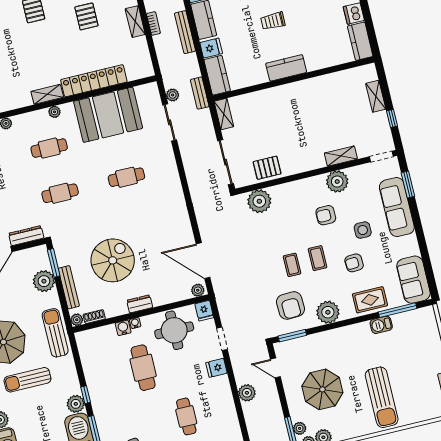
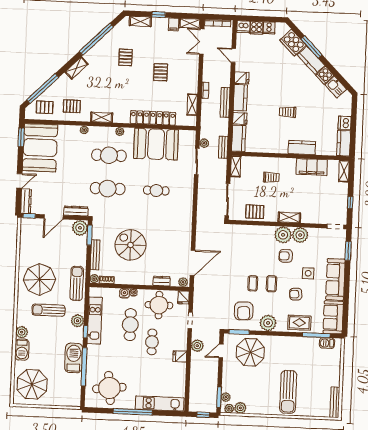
shelving: (135, 22) -> (192, 105), moved
kitchen counter: (286, 68) -> (302, 148), moved
filing cabinet: (326, 85) -> (312, 167), added
shelving: (47, 94) -> (102, 117), moved
shelving: (376, 96) -> (344, 171), moved
trolley: (276, 115) -> (271, 177), added
cafe table: (49, 148) -> (109, 155), width x1.37, depth x1.35
shelving: (341, 156) -> (289, 217), moved
cafe table: (60, 193) -> (108, 189), width x1.37, depth x1.35
plant: (259, 201) -> (283, 235), moved
sofa: (397, 207) -> (335, 279), moved
spiral stairs: (113, 260) -> (130, 245), turned -90
door: (203, 261) -> (193, 263), swing flipped
plant: (44, 281) -> (80, 228), moved
dresser: (140, 304) -> (162, 281), moved
barbecue: (381, 325) -> (327, 343), moved
fridge: (216, 368) -> (180, 356), moved
door: (275, 368) -> (221, 351), hinge flipped
kitchen unit: (94, 376) -> (95, 321), added
parasol: (322, 389) -> (250, 352), moved
plant: (247, 393) -> (197, 346), moved
plant: (76, 404) -> (78, 321), moved
cafe table: (186, 416) -> (152, 342), moved

